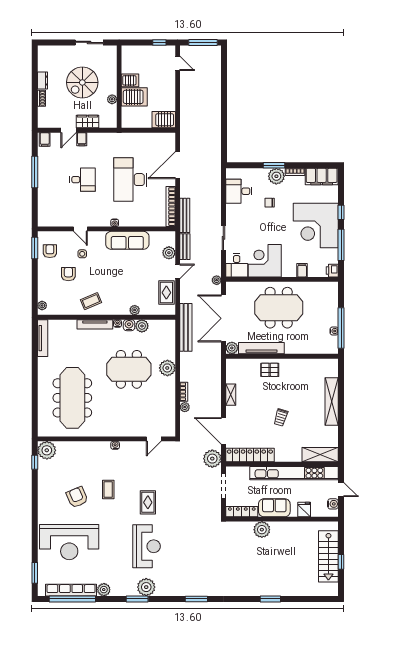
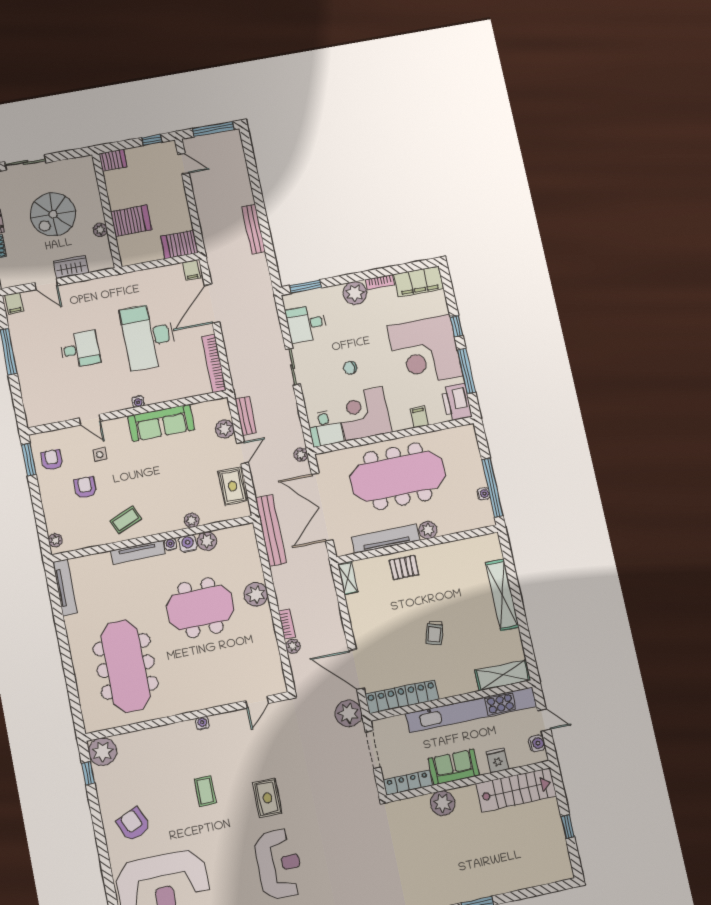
sliding door: (89, 42) -> (25, 162), moved
server rack: (130, 80) -> (113, 160), moved
door: (69, 130) -> (46, 284), hinge flipped
filing cabinet: (82, 139) -> (191, 270), moved
window: (274, 165) -> (306, 286), moved
chair: (270, 203) -> (350, 368), moved
bench: (185, 215) -> (254, 229), moved
sliding door: (223, 238) -> (293, 367), moved
printer: (332, 271) -> (456, 402), width x1.87, depth x1.48
meeting table: (279, 308) -> (398, 476), width x1.36
plant: (232, 348) -> (428, 530), moved
shelving: (231, 395) -> (348, 578), moved
armchair: (77, 497) -> (133, 824), moved
stairs: (328, 556) -> (516, 790), moved, turned -90

